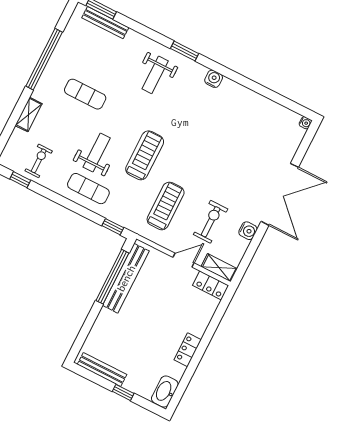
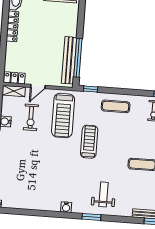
weight bench: (97, 153) -> (120, 131), removed
treadmill: (145, 155) -> (89, 142), turned 180
treadmill: (166, 206) -> (63, 116), width x1.37, depth x1.38
locker: (188, 350) -> (12, 26), width x1.53

